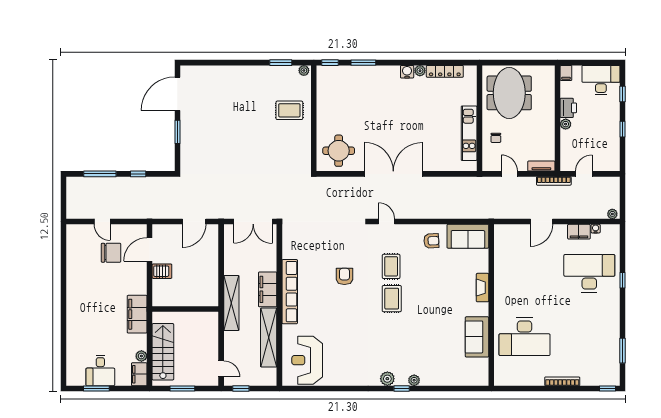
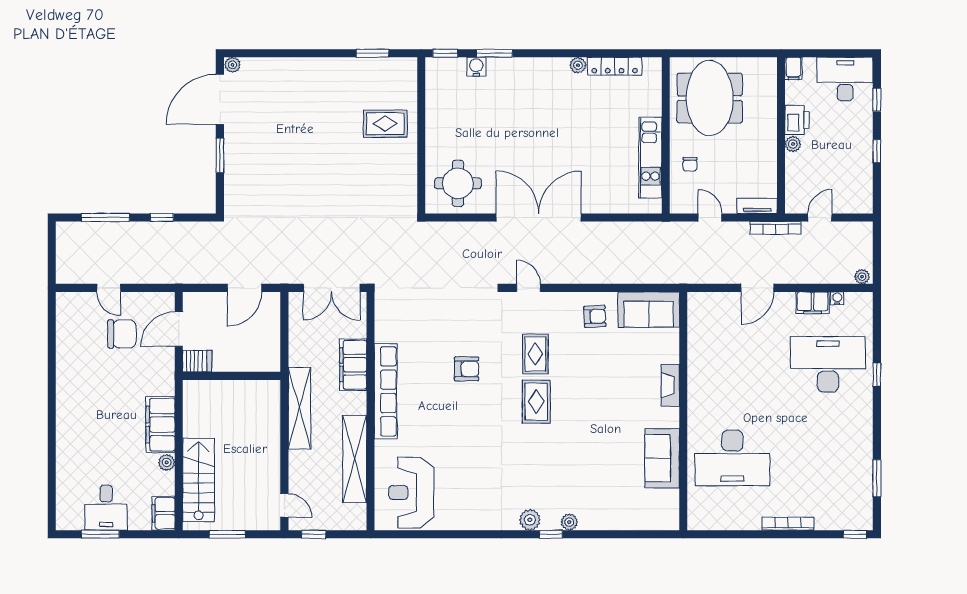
plant: (304, 70) -> (232, 65), moved
water cooler: (407, 72) -> (476, 67), moved
armchair: (344, 276) -> (466, 369), turned 90
filing cabinet: (268, 289) -> (353, 365), moved
wall: (185, 309) -> (232, 376), moved
plant: (141, 356) -> (167, 462), moved

